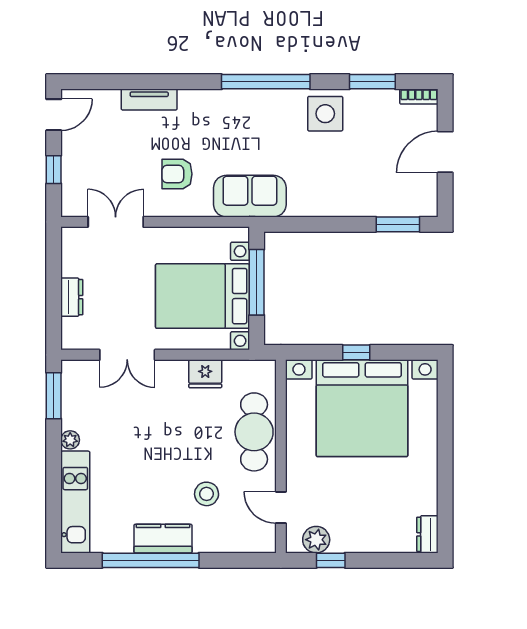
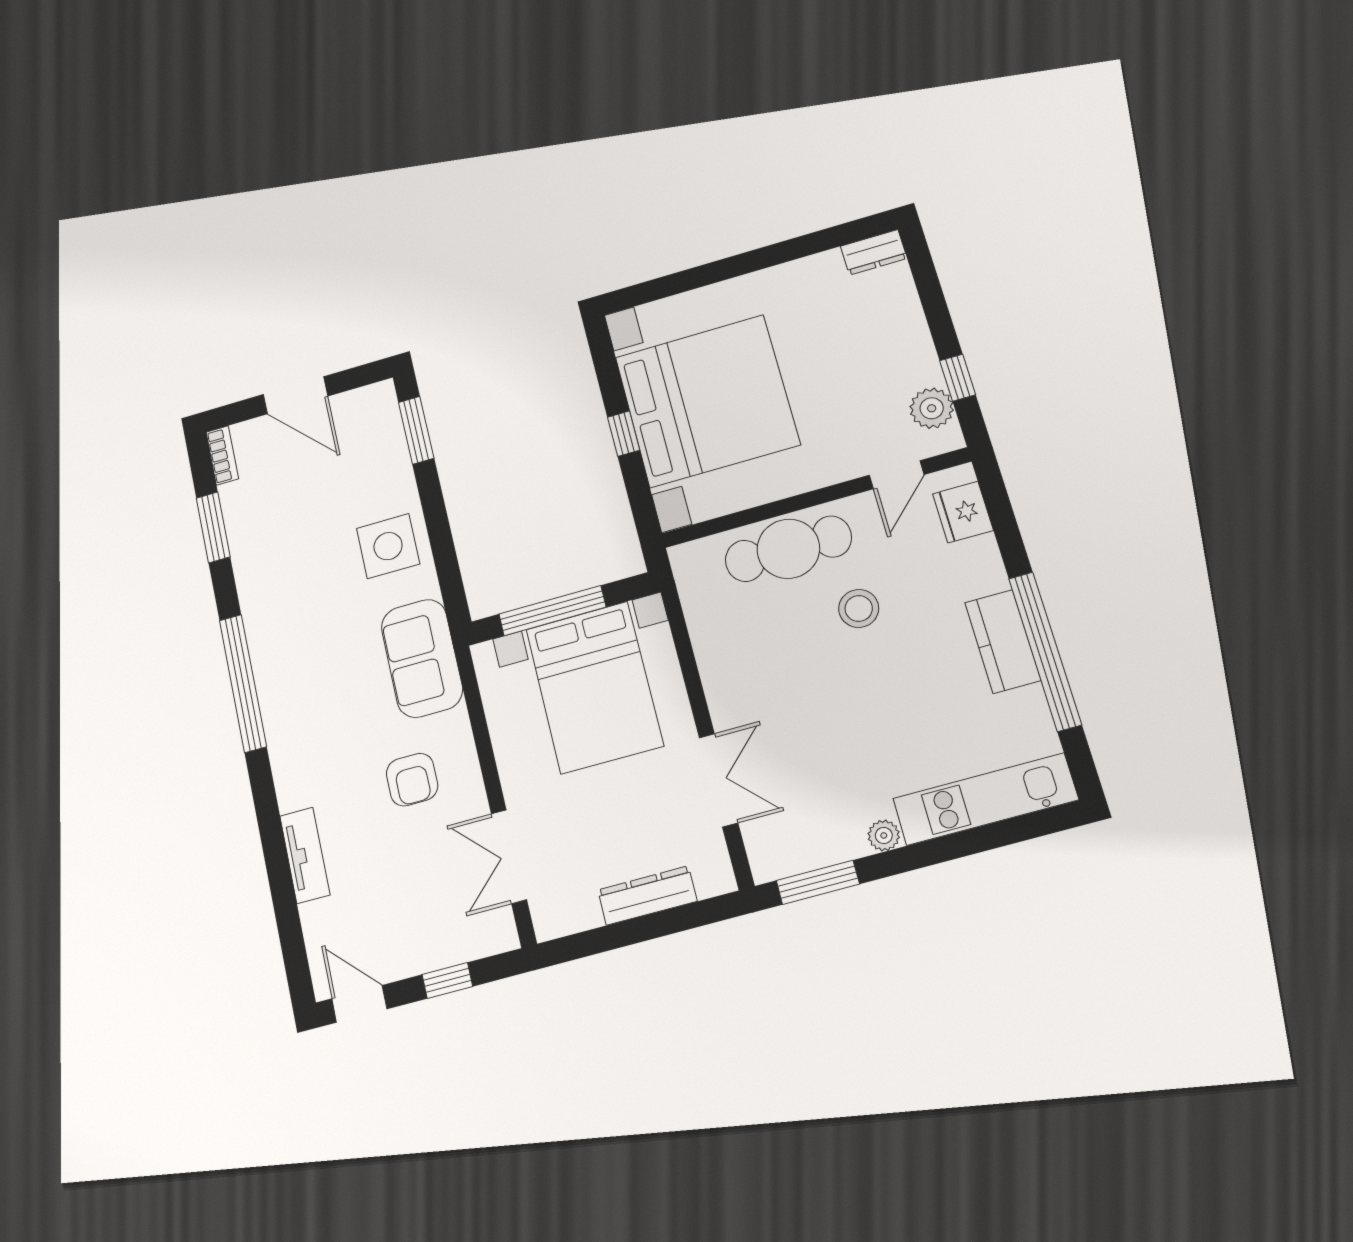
side table: (325, 114) -> (388, 546), moved
dresser: (72, 297) -> (647, 896), width x1.44
fridge: (205, 374) -> (963, 512), moved, turned 180
stool: (207, 494) -> (859, 608), moved

